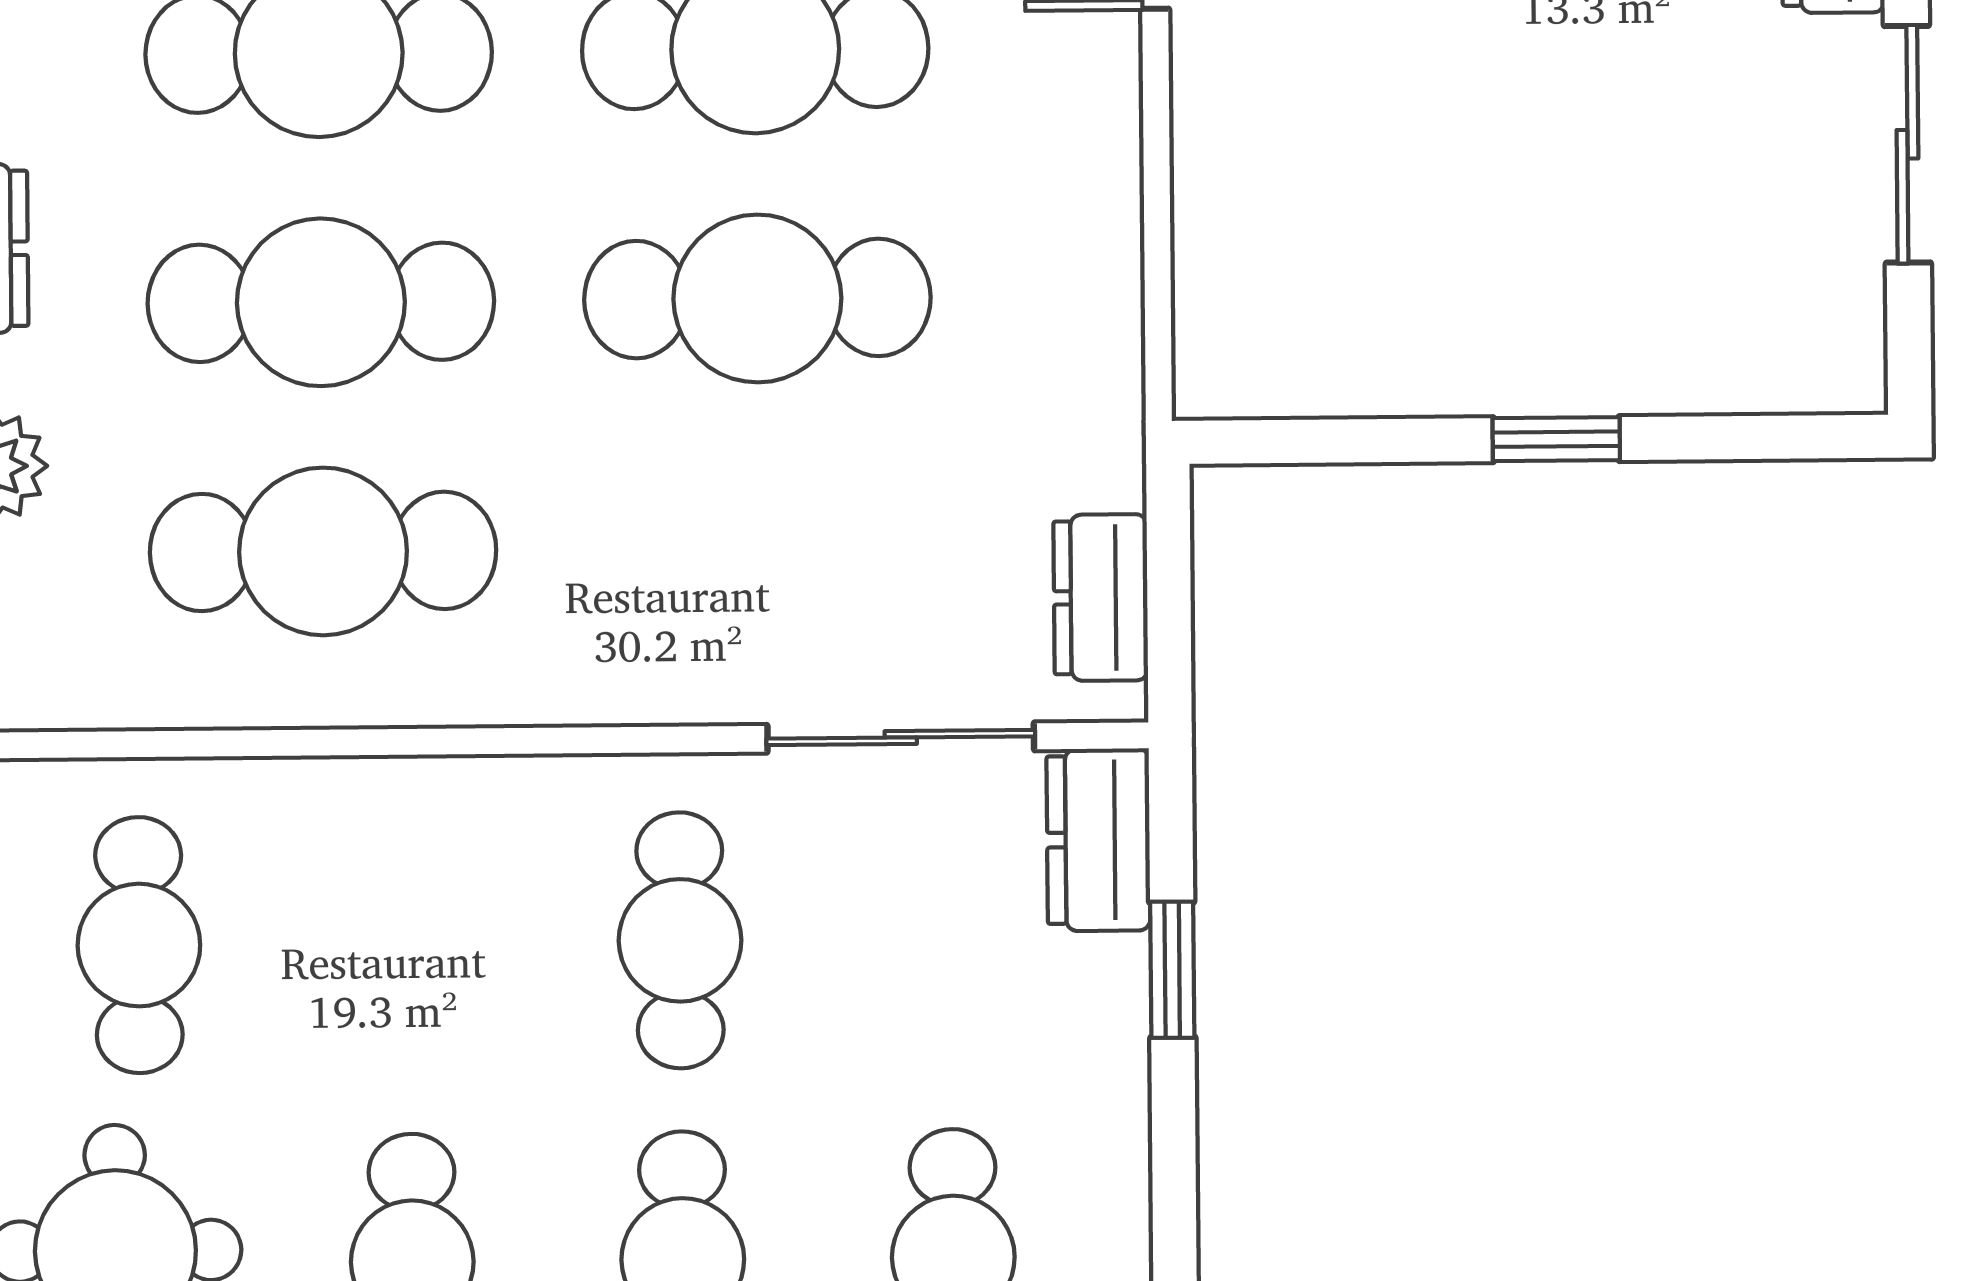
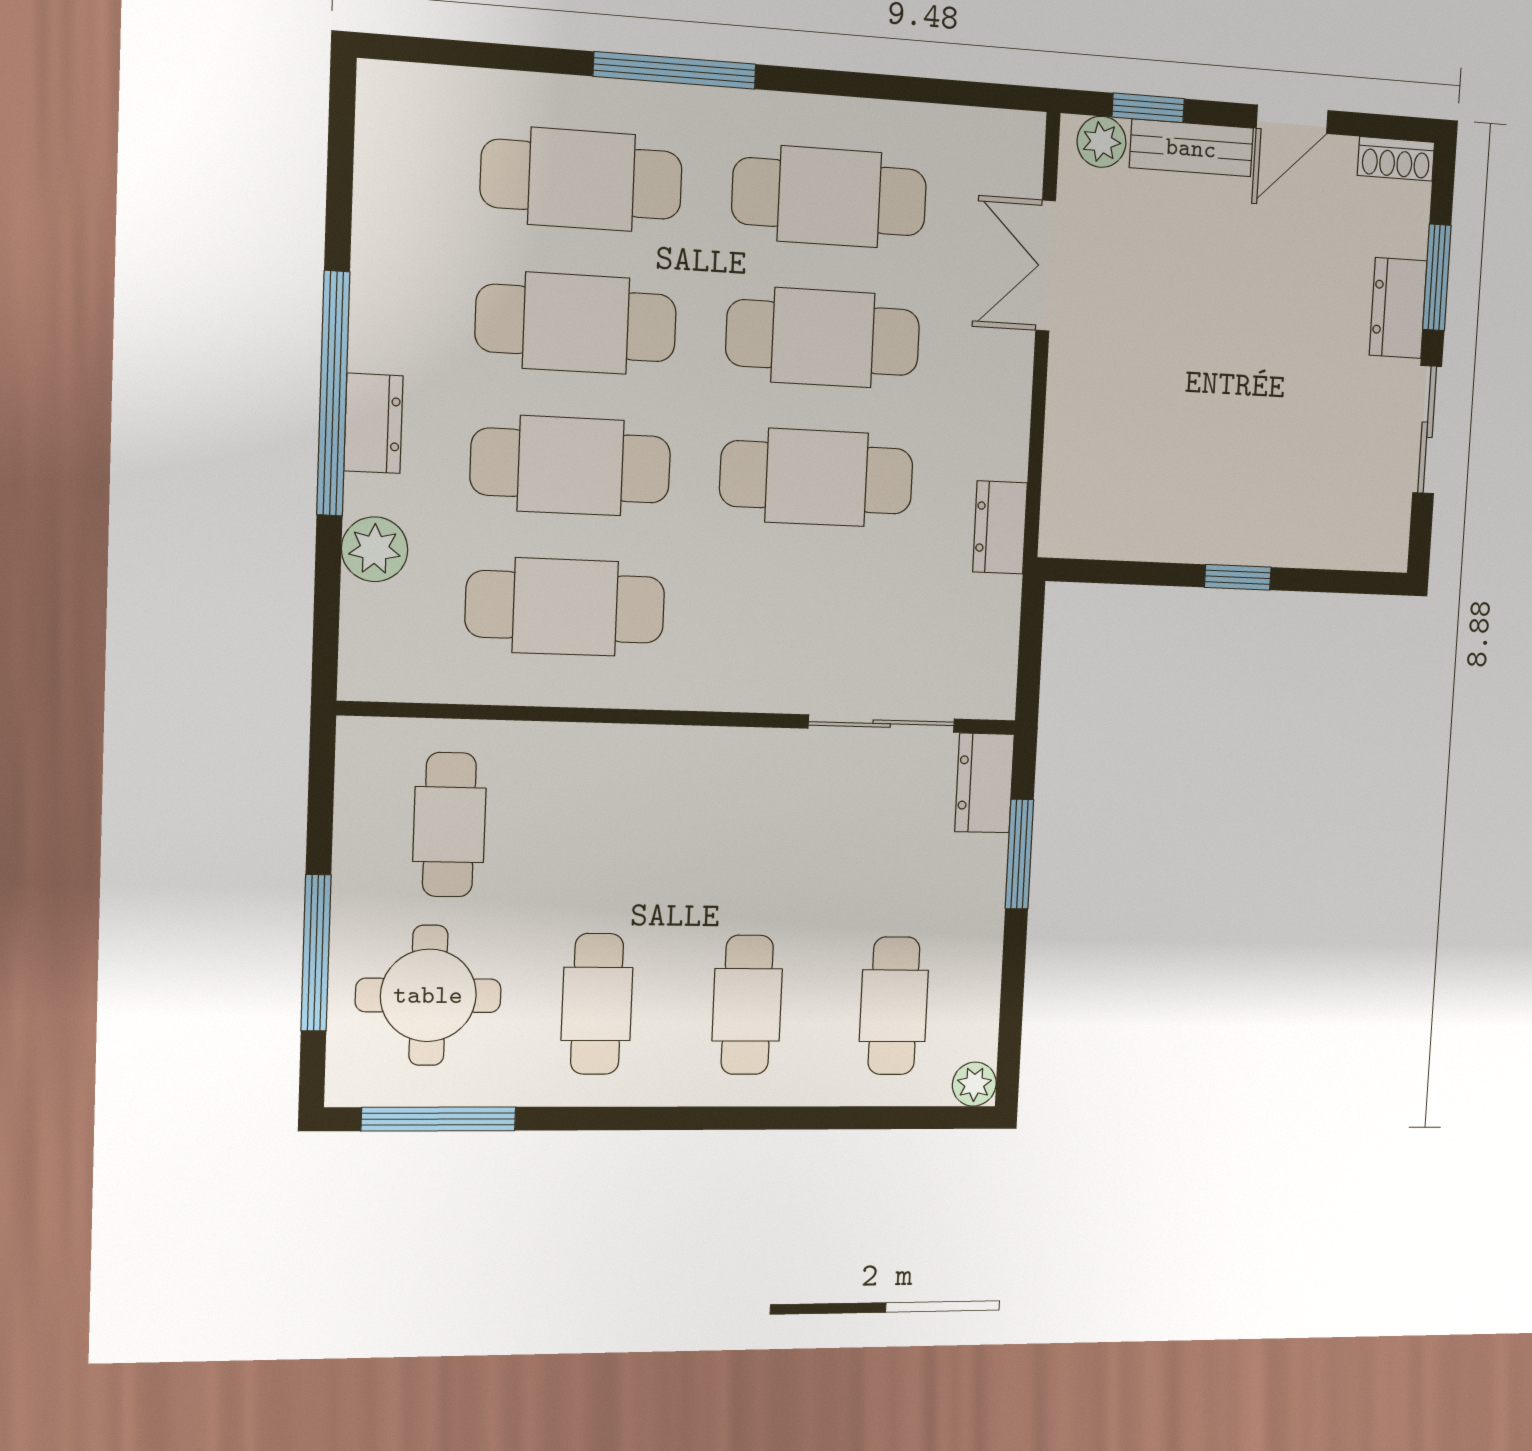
dresser: (1101, 598) -> (1000, 527), moved
cafe table: (680, 940) -> (755, 831), removed
window: (1172, 970) -> (1019, 854), width x1.50

